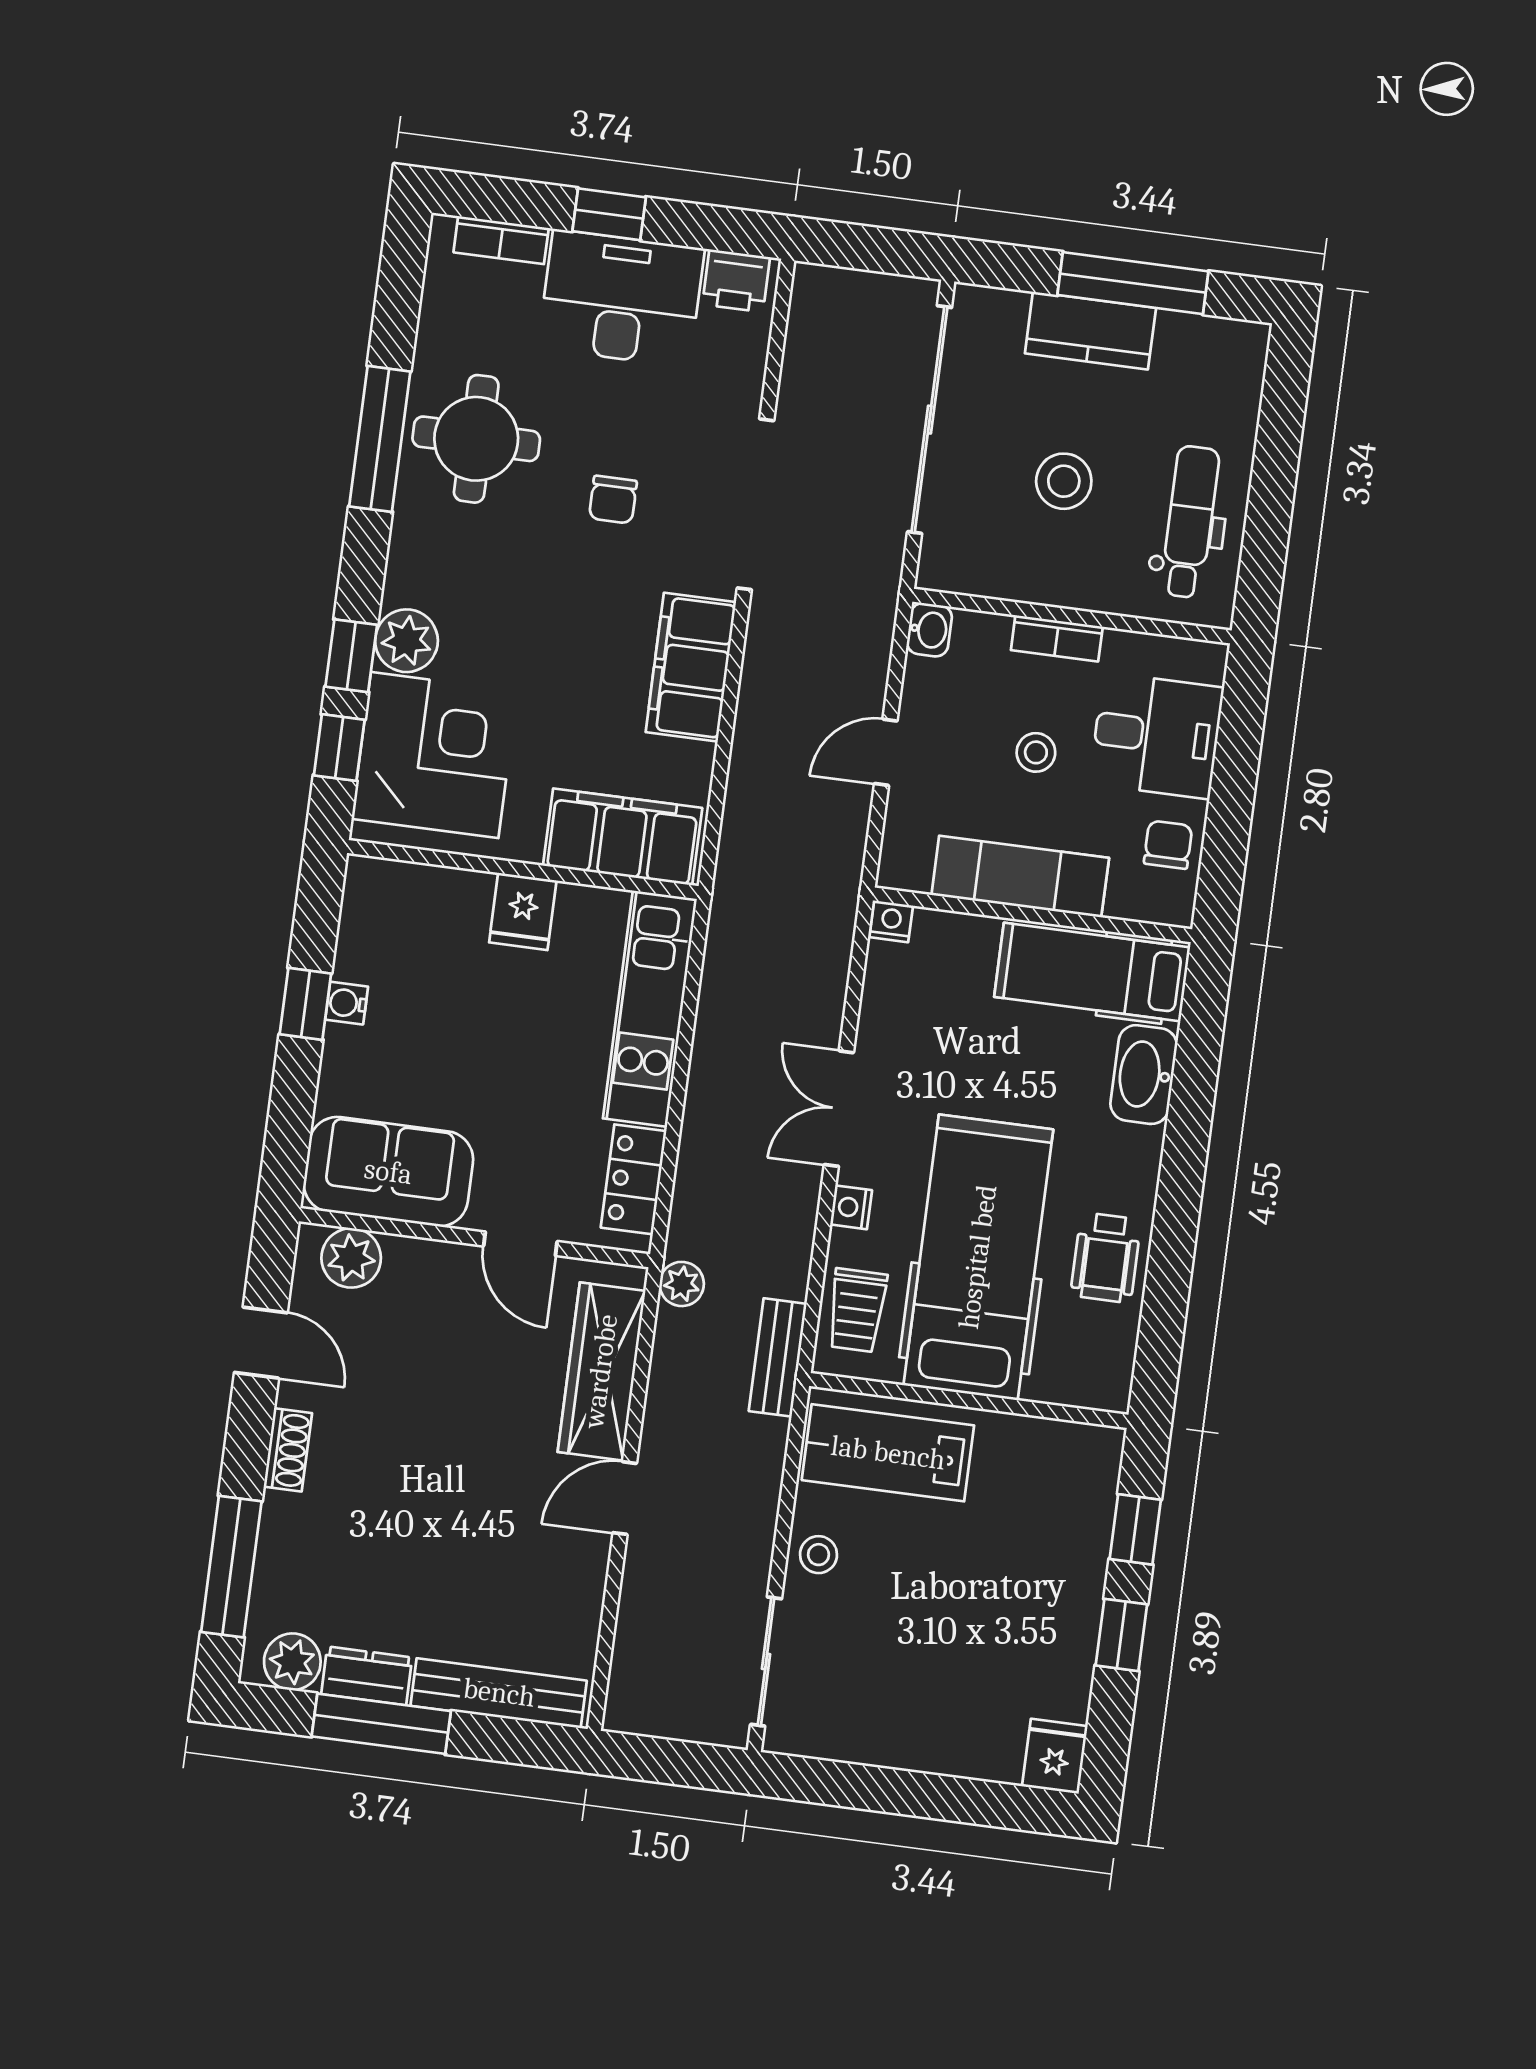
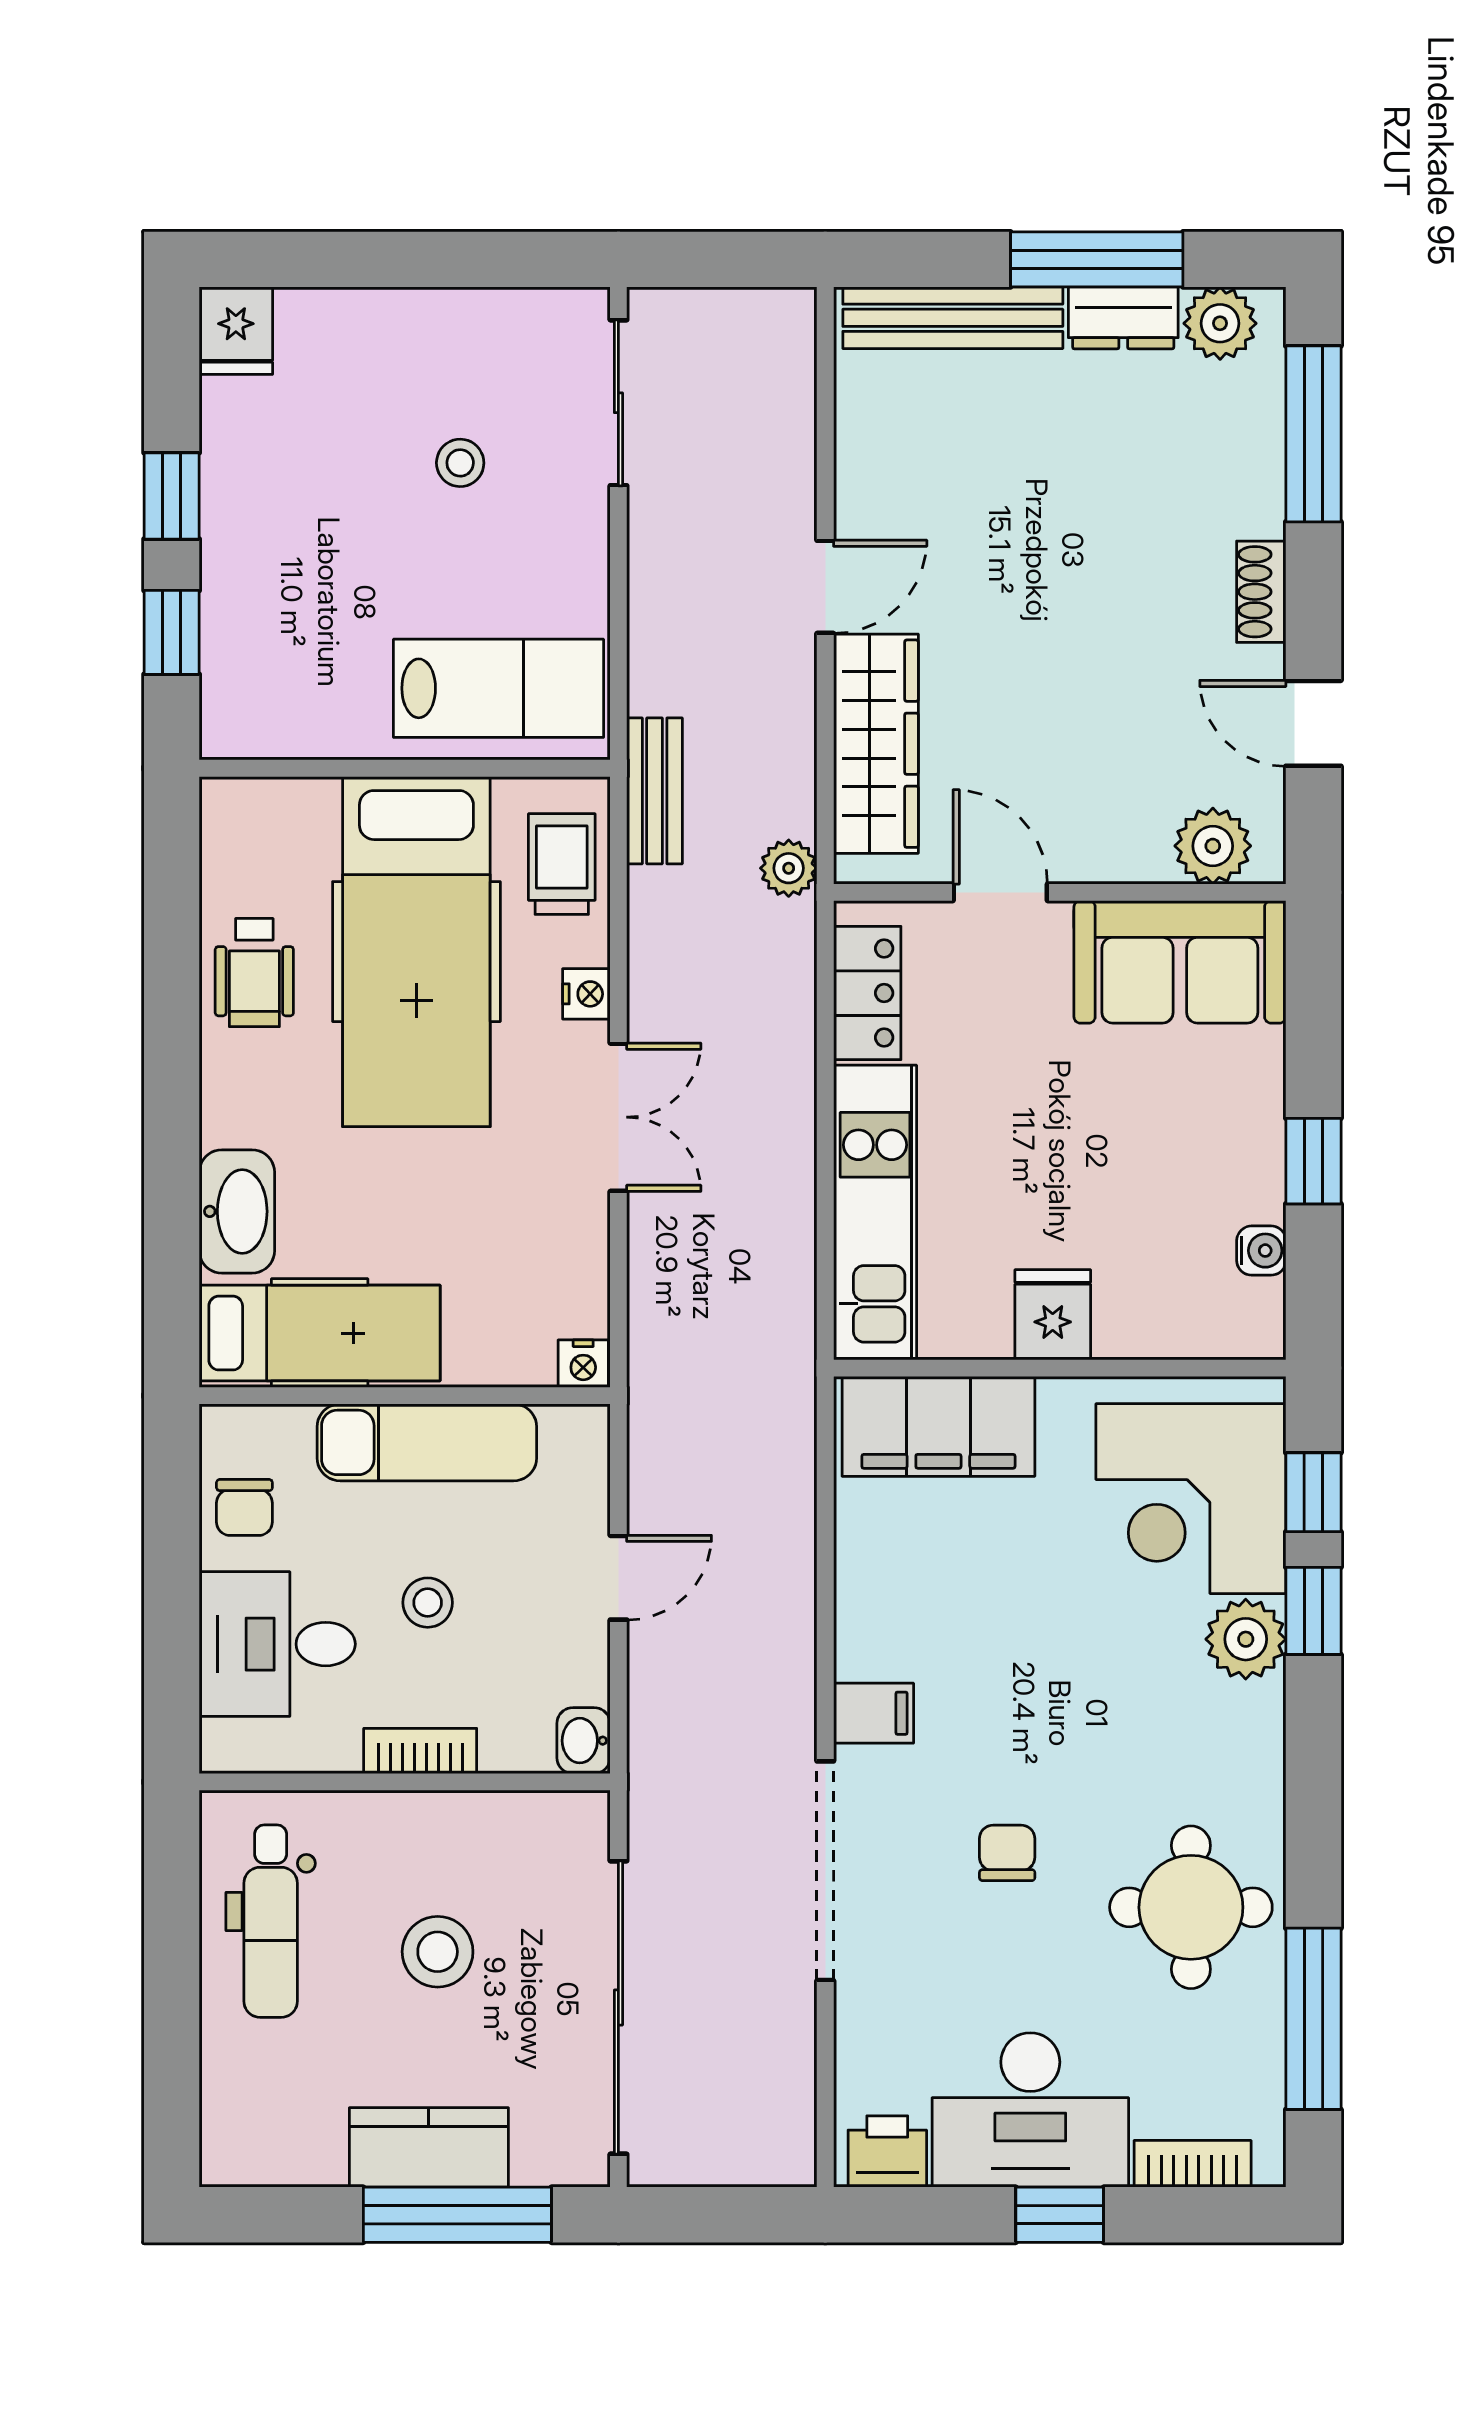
window: (1133, 283) -> (457, 2215), moved
window: (380, 439) -> (1313, 2019), moved
filing cabinet: (691, 667) -> (874, 1713), width x0.33, depth x0.86
water cooler: (347, 1003) -> (1261, 1251), moved
wheelchair: (1106, 1258) -> (254, 973), turned 180
stool: (818, 1555) -> (460, 463), moved

